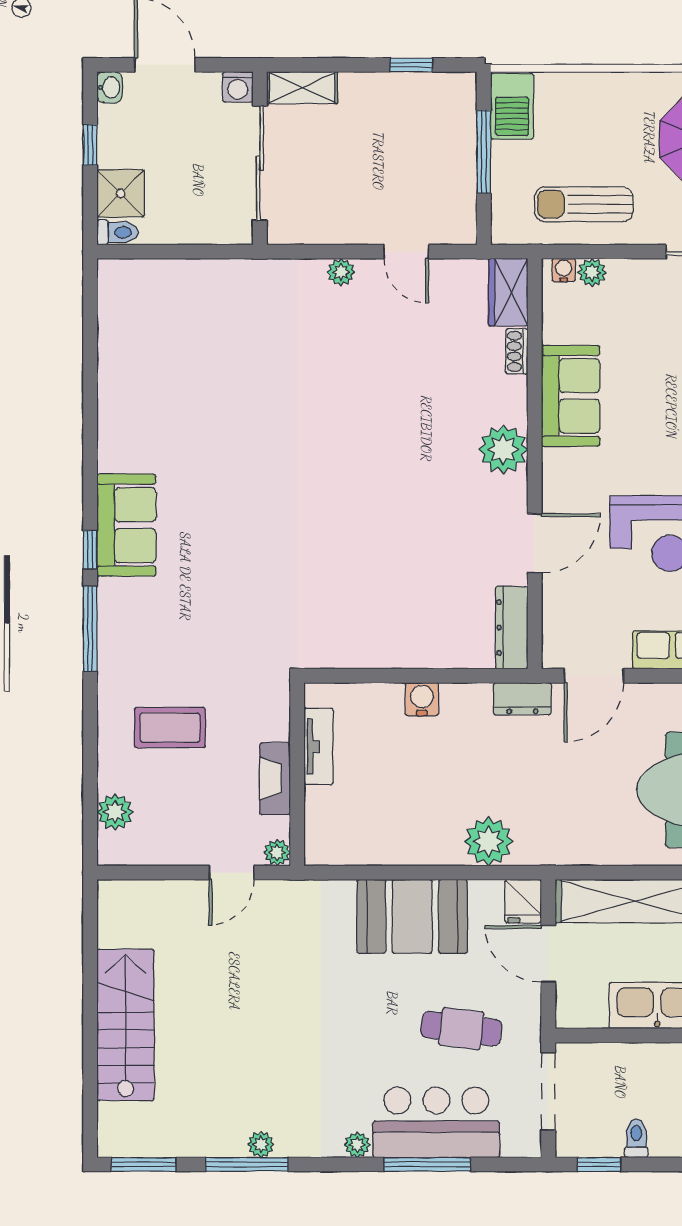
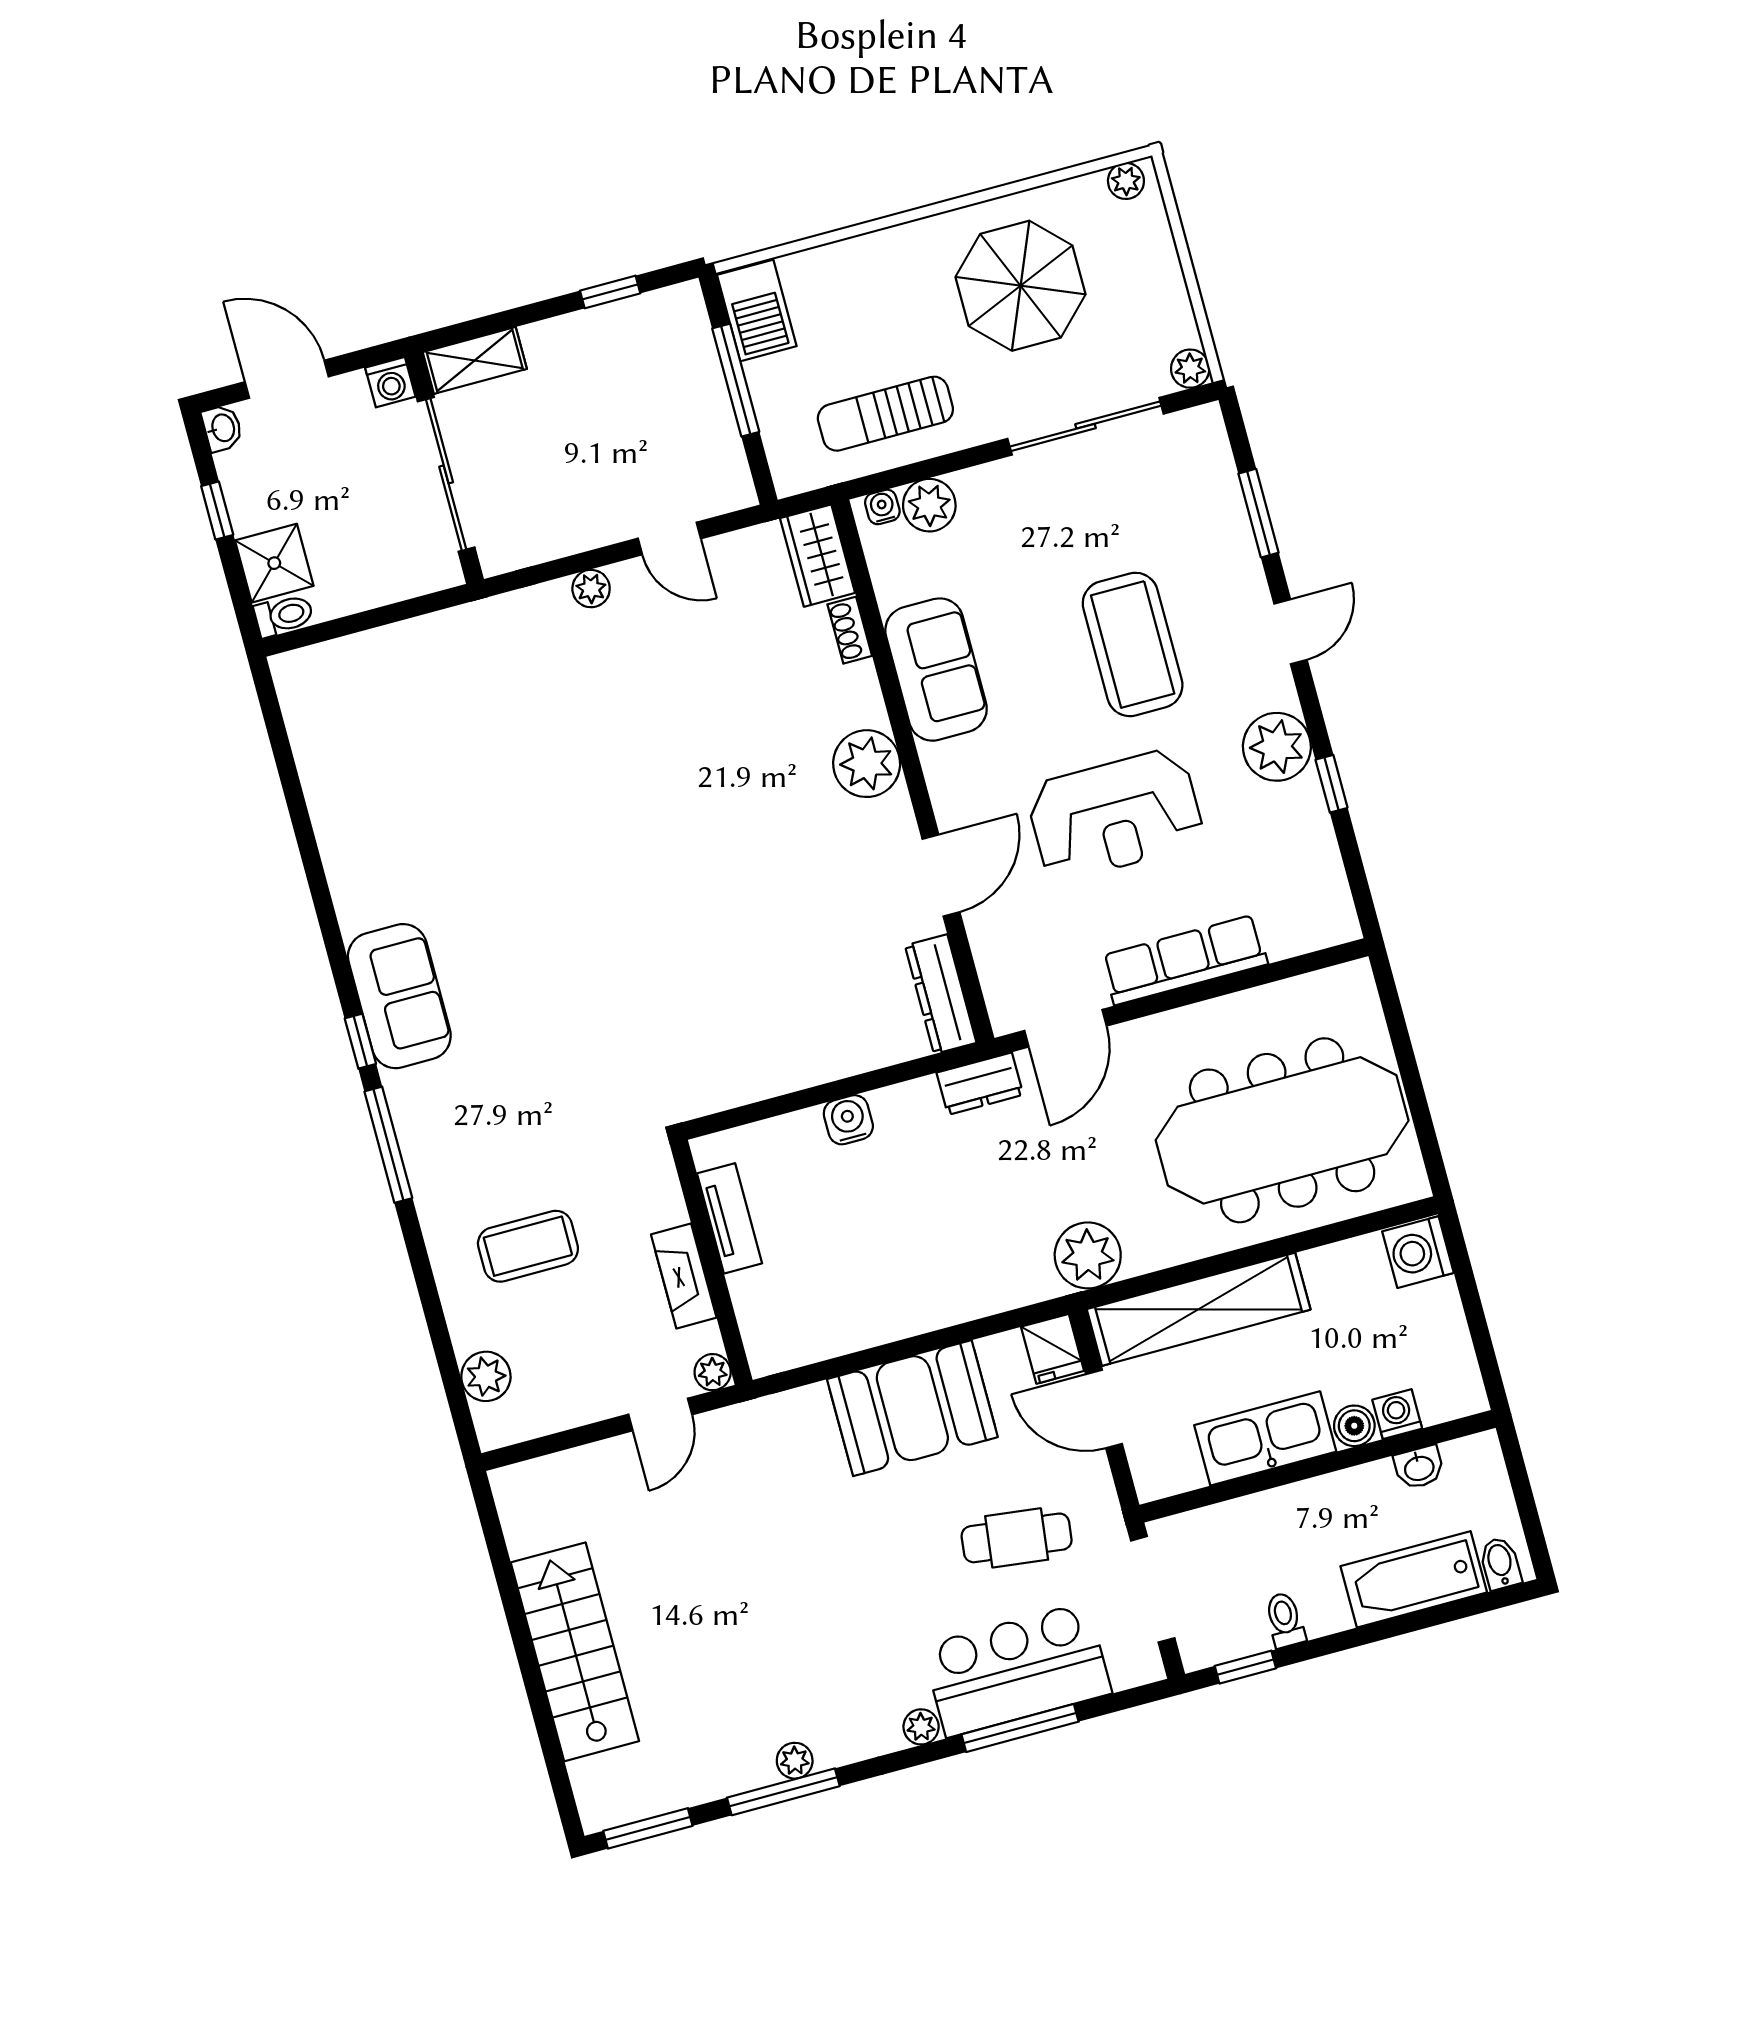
plant: (592, 272) -> (929, 505), width x1.38, depth x1.38
plant: (489, 841) -> (1088, 1255), moved

